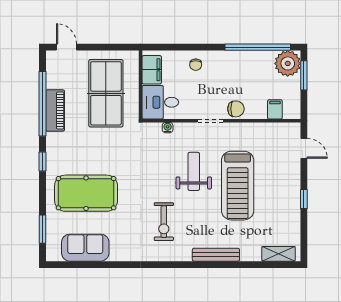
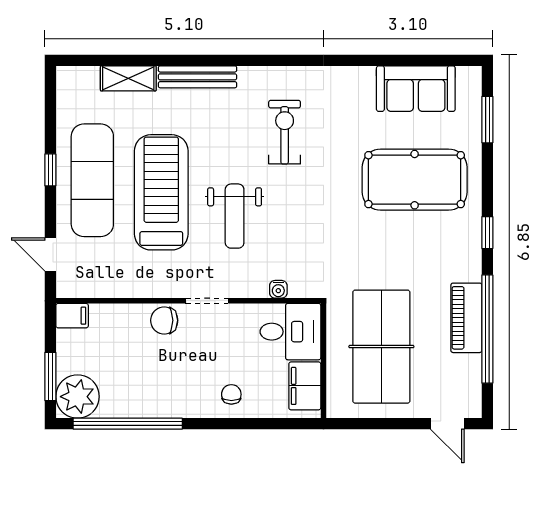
filing cabinet: (275, 109) -> (72, 316), moved, turned -90
exercise mat: (279, 193) -> (92, 180), added
shelving: (279, 254) -> (128, 78), moved

